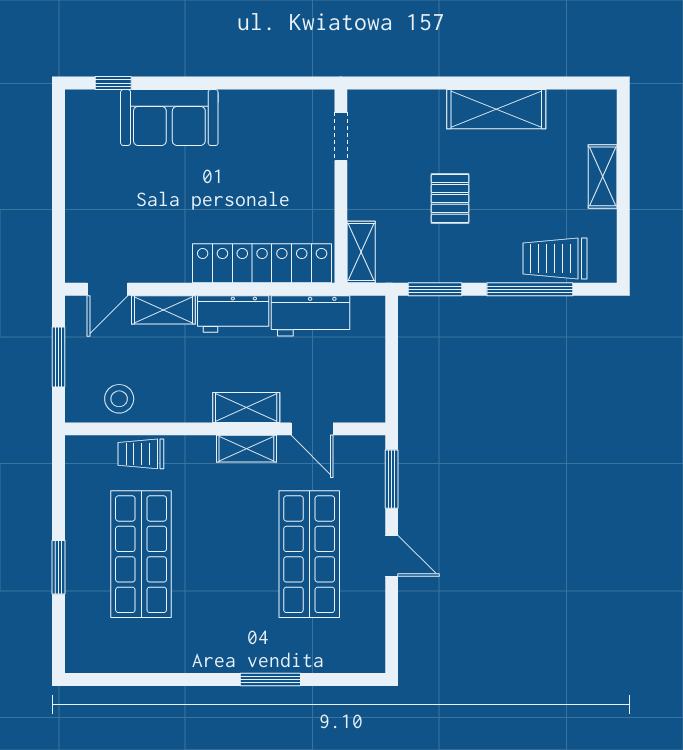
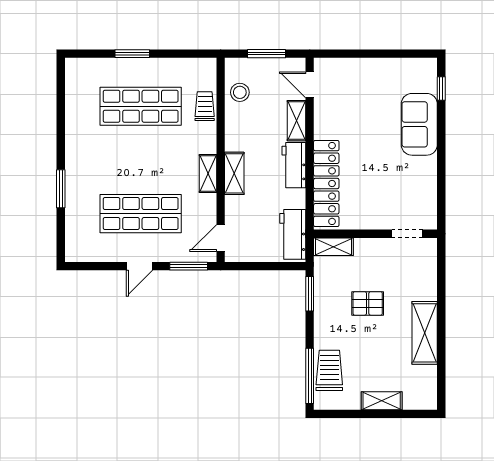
window: (530, 289) -> (310, 376), moved
workbench: (310, 316) -> (293, 234), moved
door: (312, 429) -> (221, 238), moved

